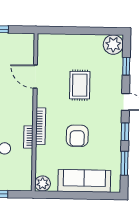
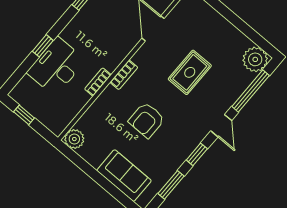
window: (126, 66) -> (251, 91), width x2.17
bookcase: (41, 126) -> (124, 75), width x0.64
sofa: (84, 181) -> (124, 176), width x0.73

